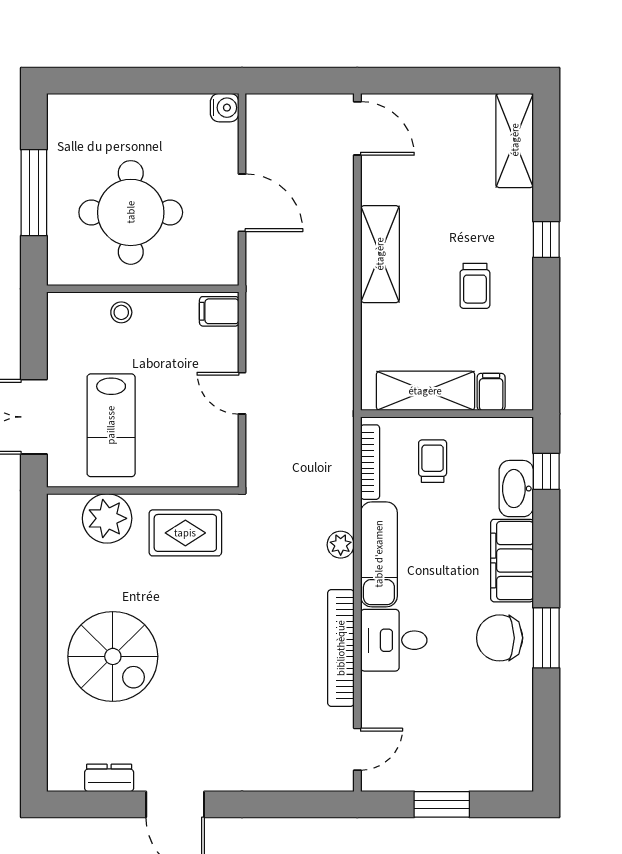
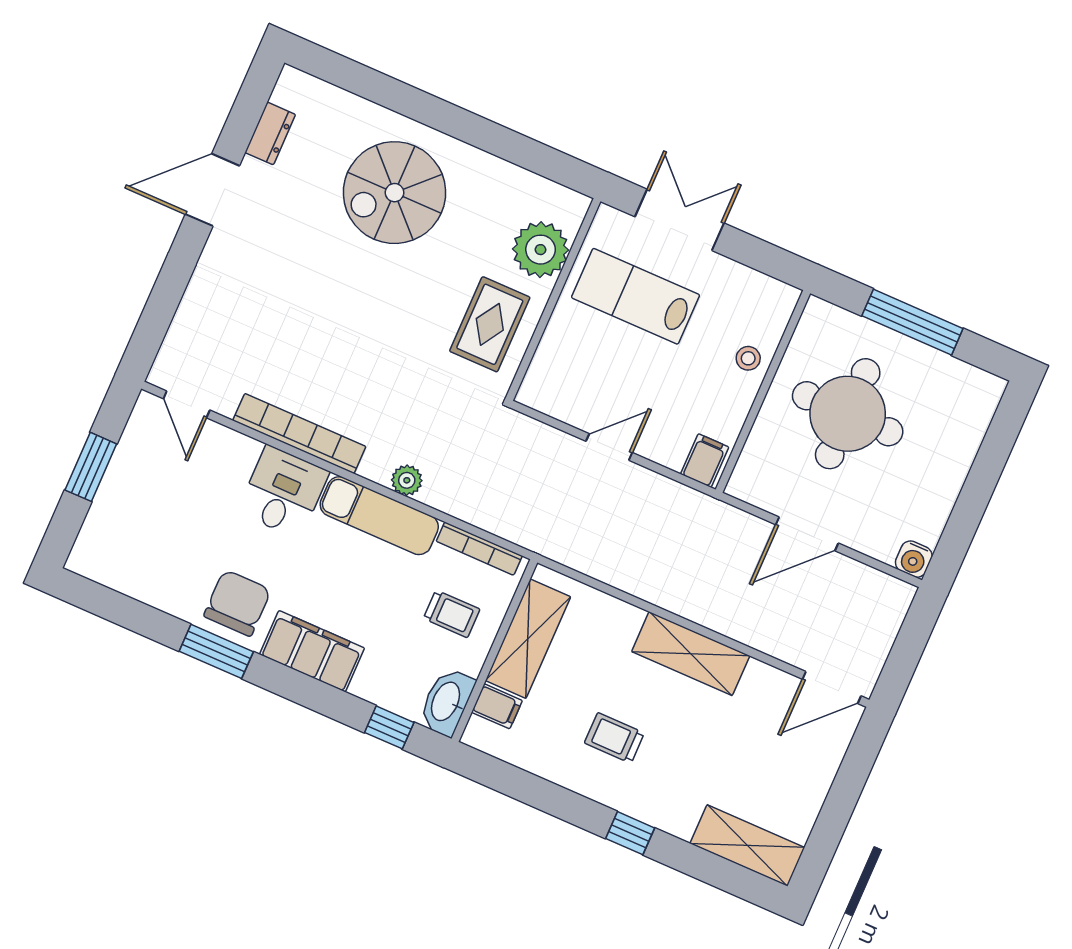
washbasin: (516, 489) -> (447, 702), moved, turned -90

